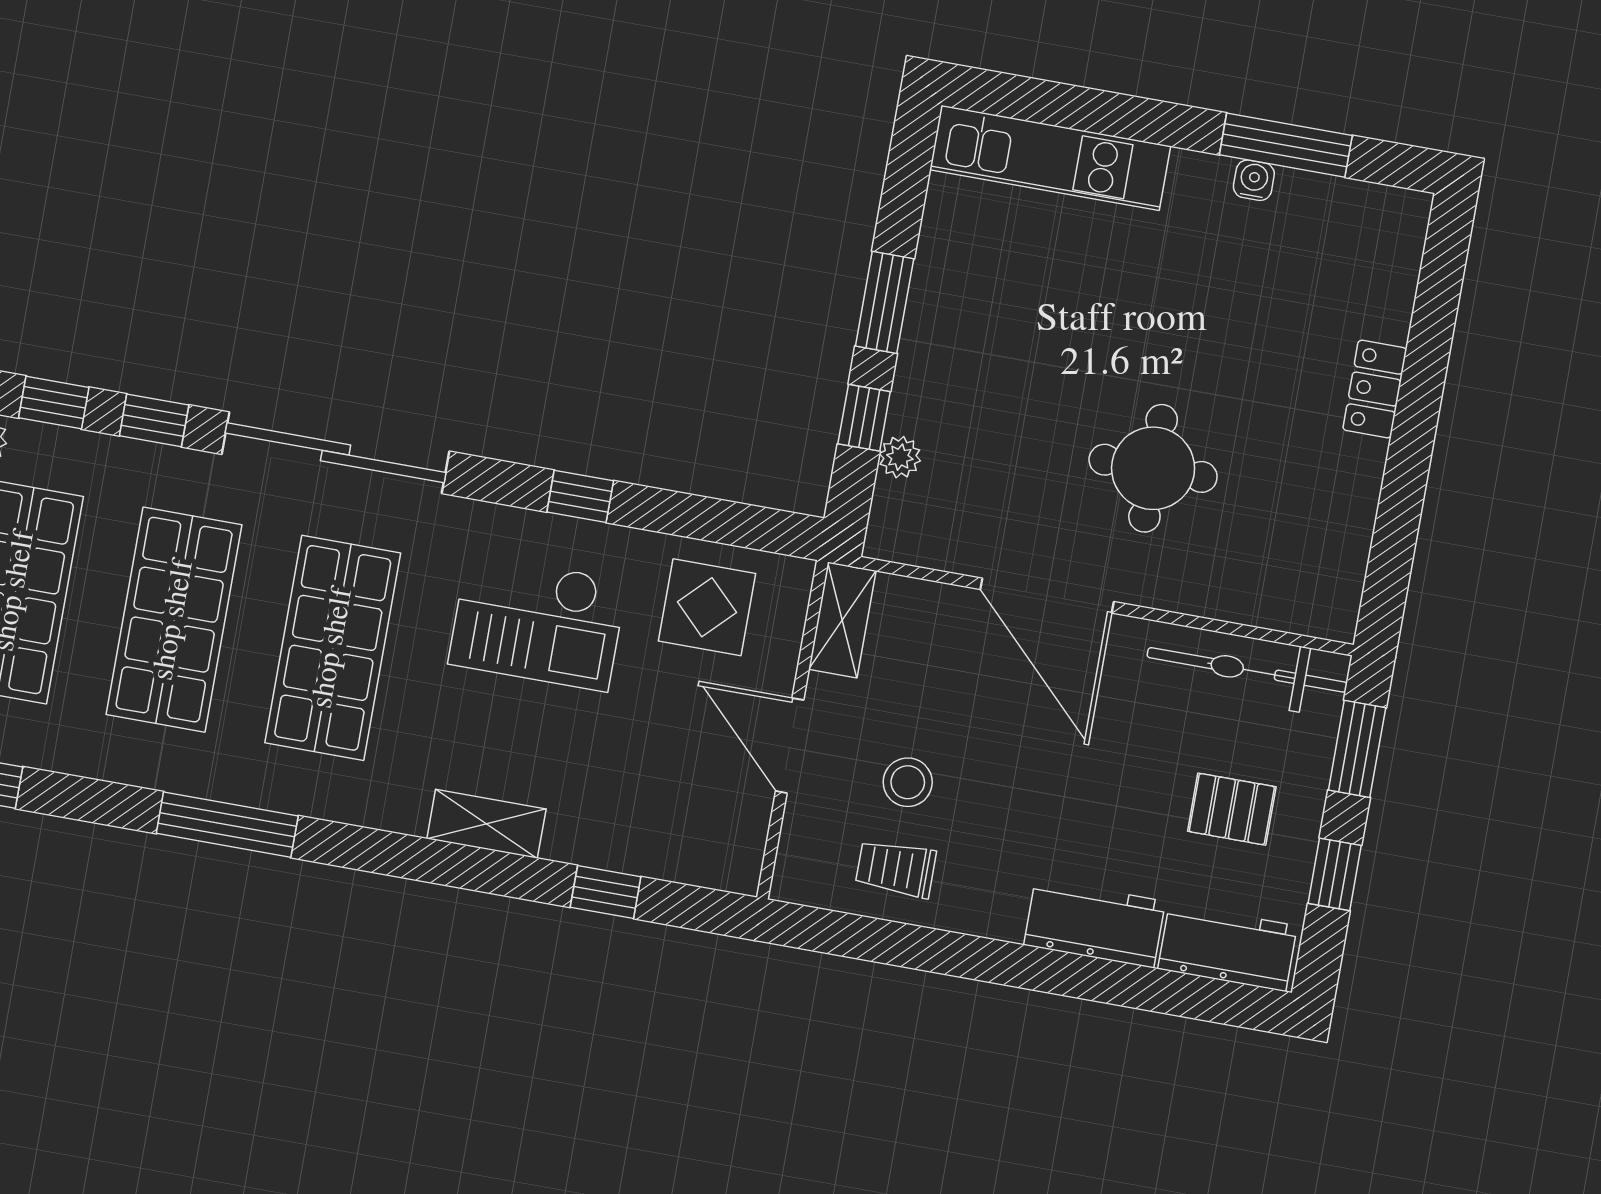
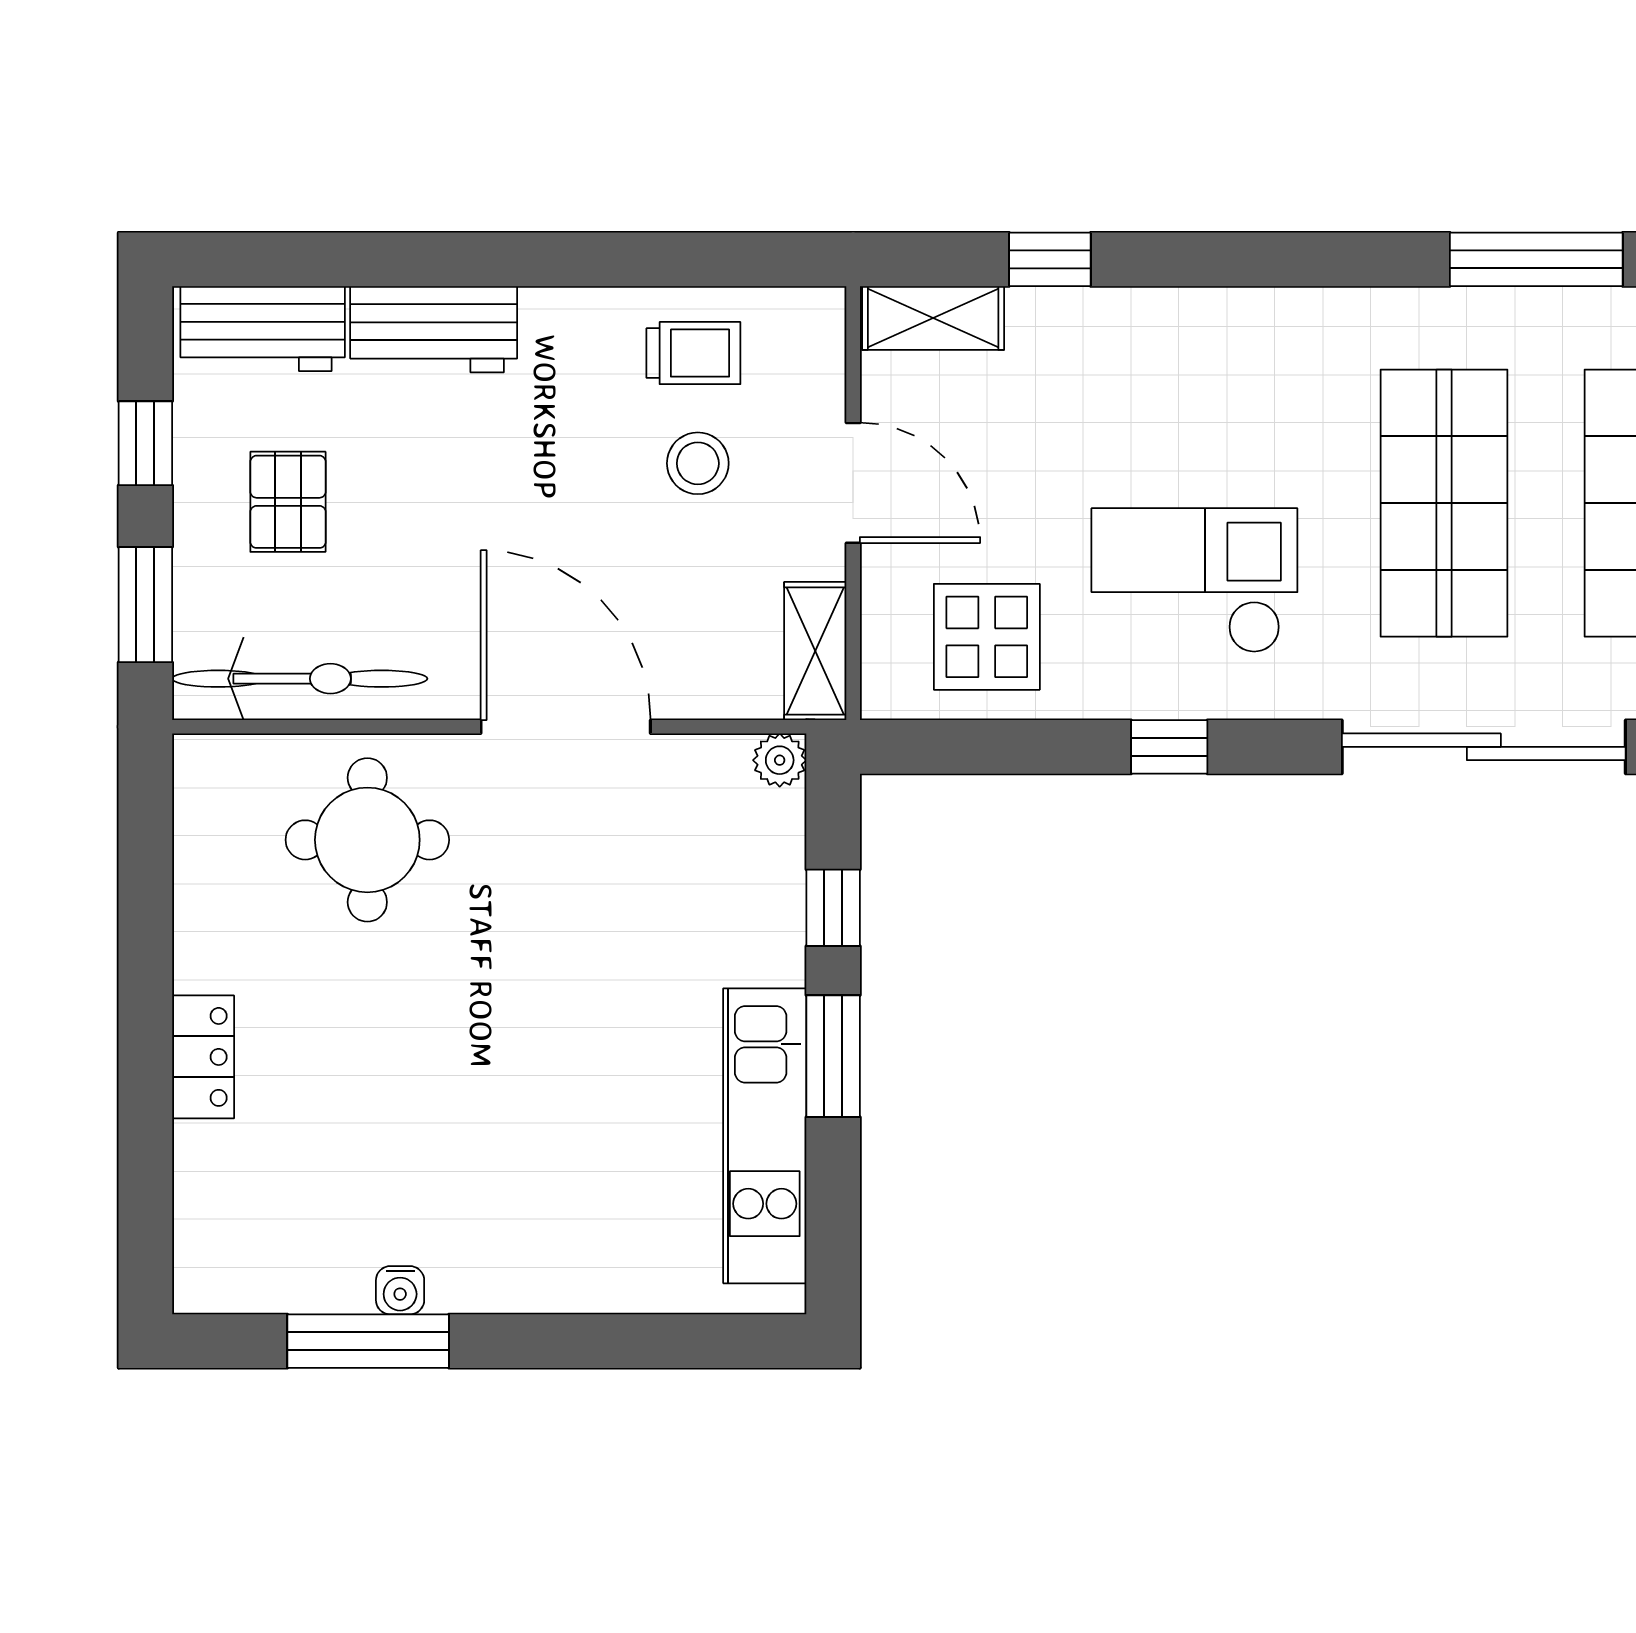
kitchen unit: (1050, 158) -> (765, 1136), moved, turned -90
plant: (900, 457) -> (780, 760), moved
round table: (1153, 468) -> (367, 840), moved
pallet: (1232, 809) -> (288, 502), turned 90
shelving: (486, 824) -> (933, 318), moved

